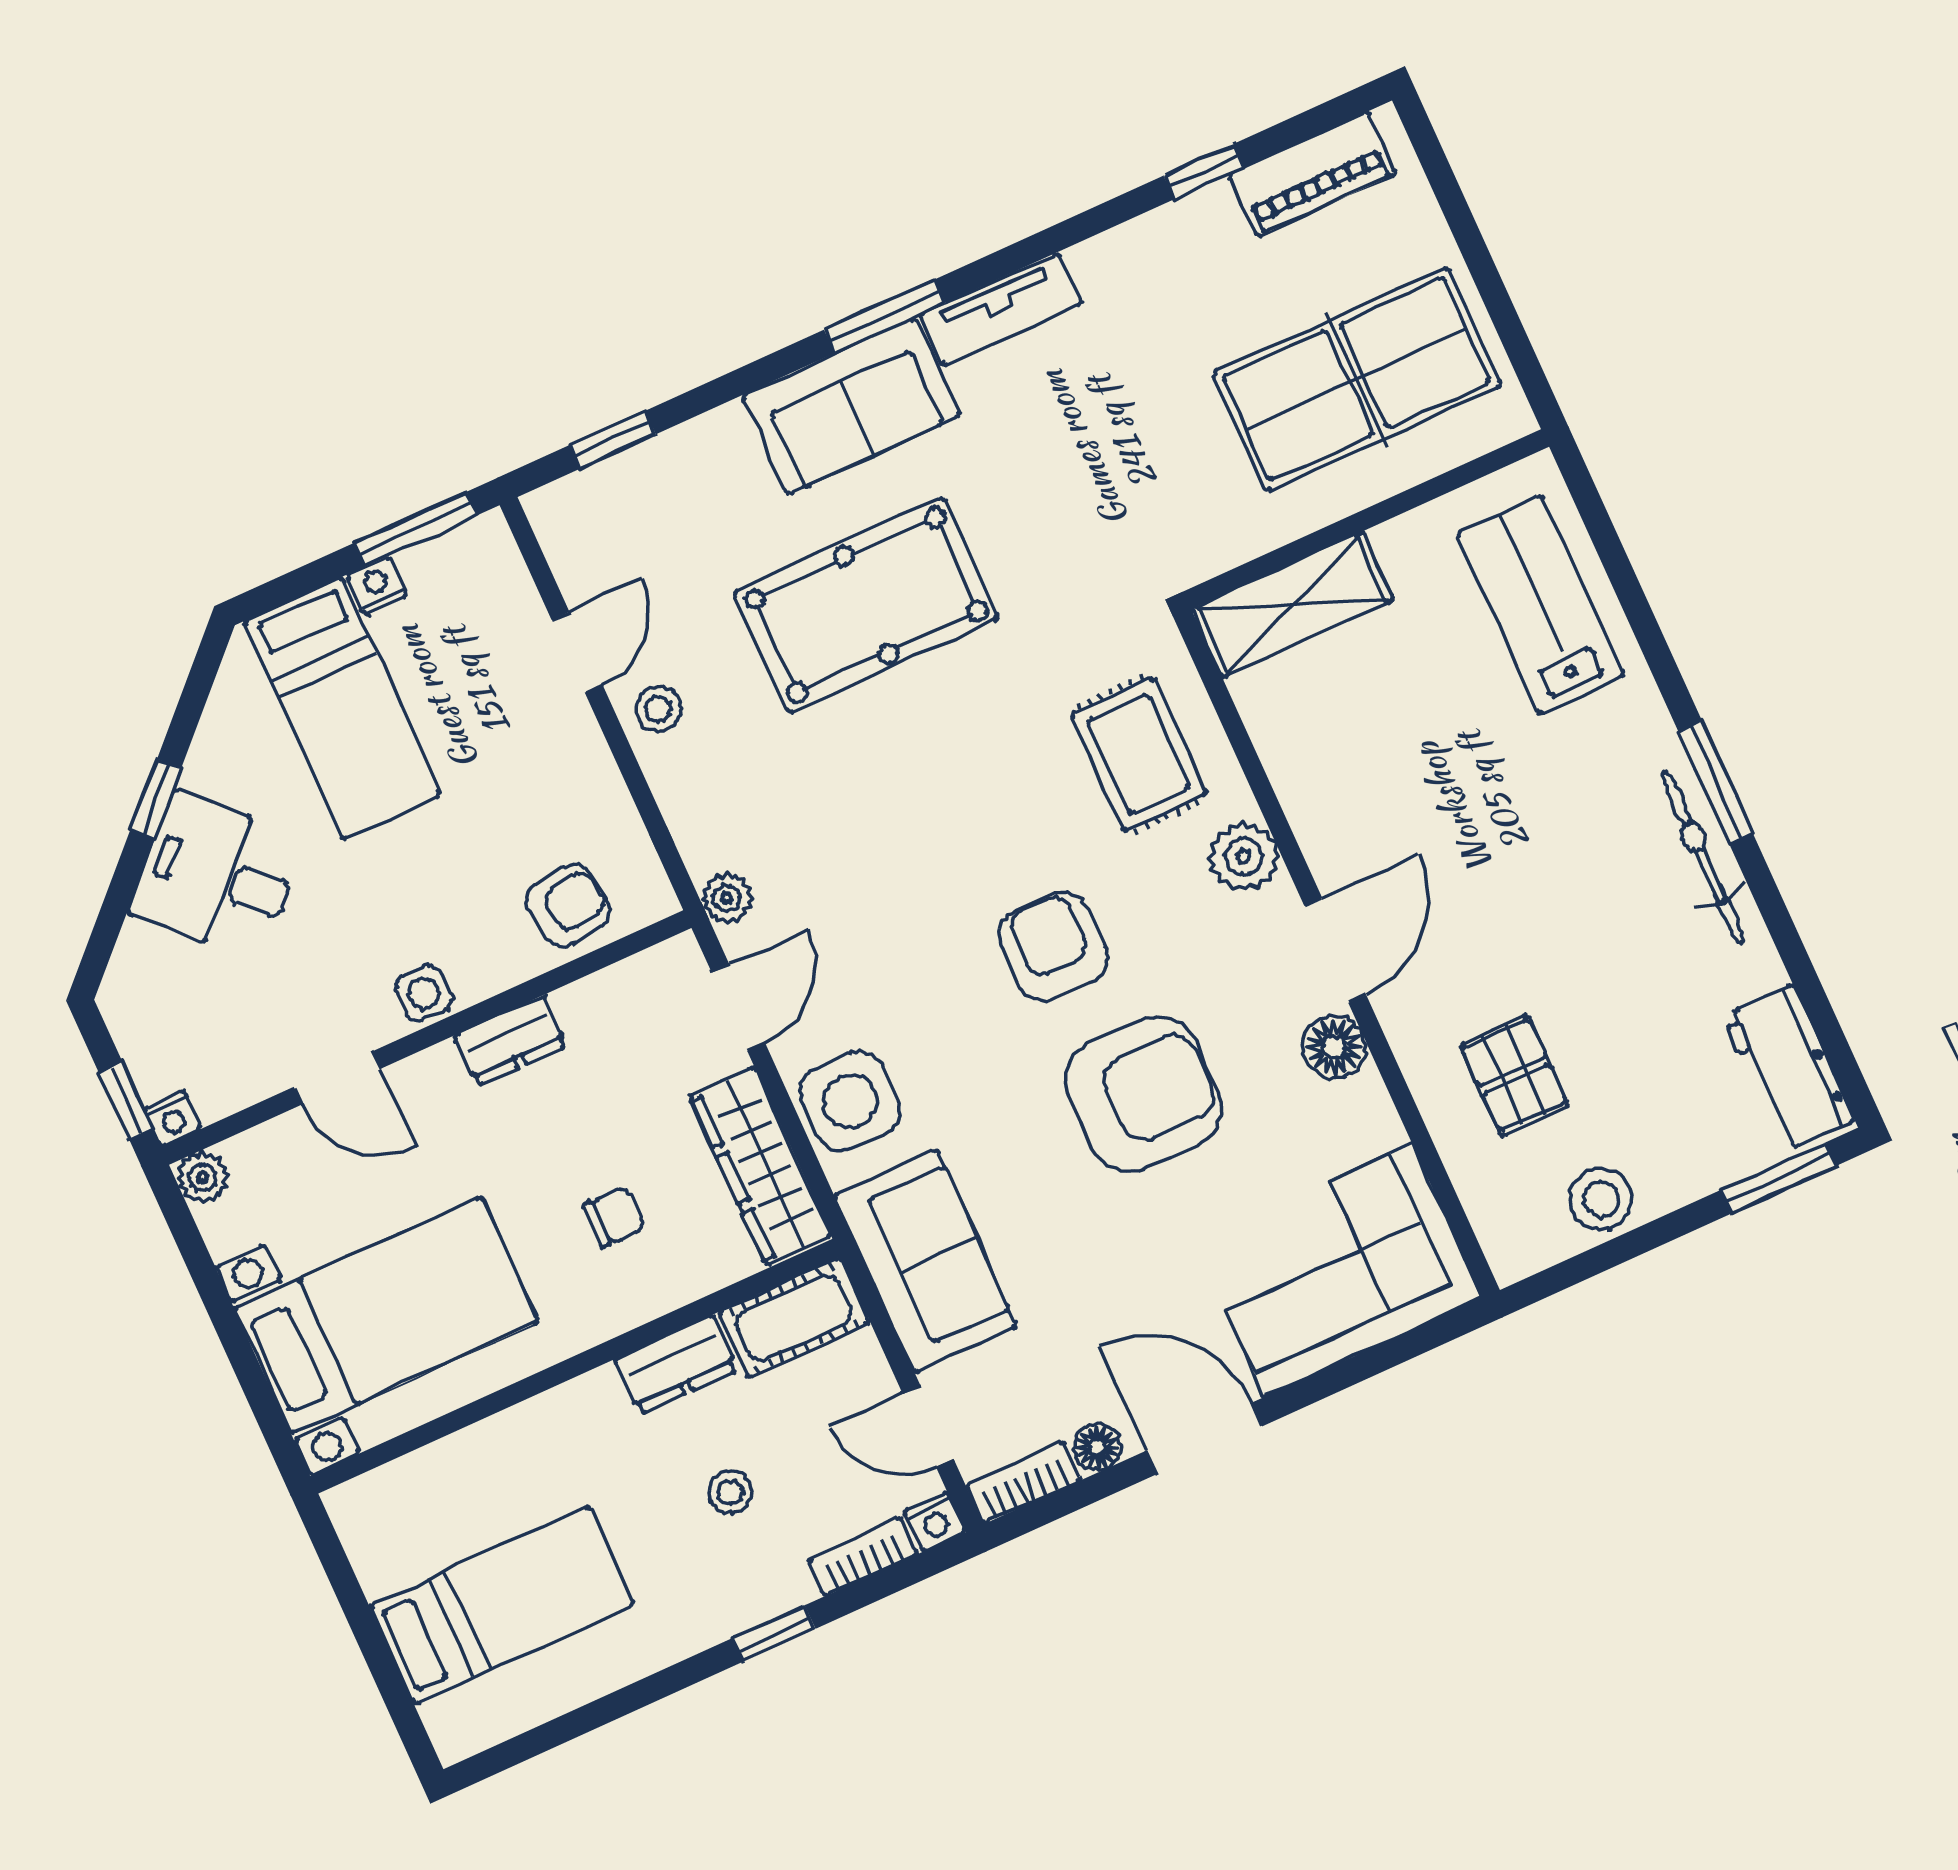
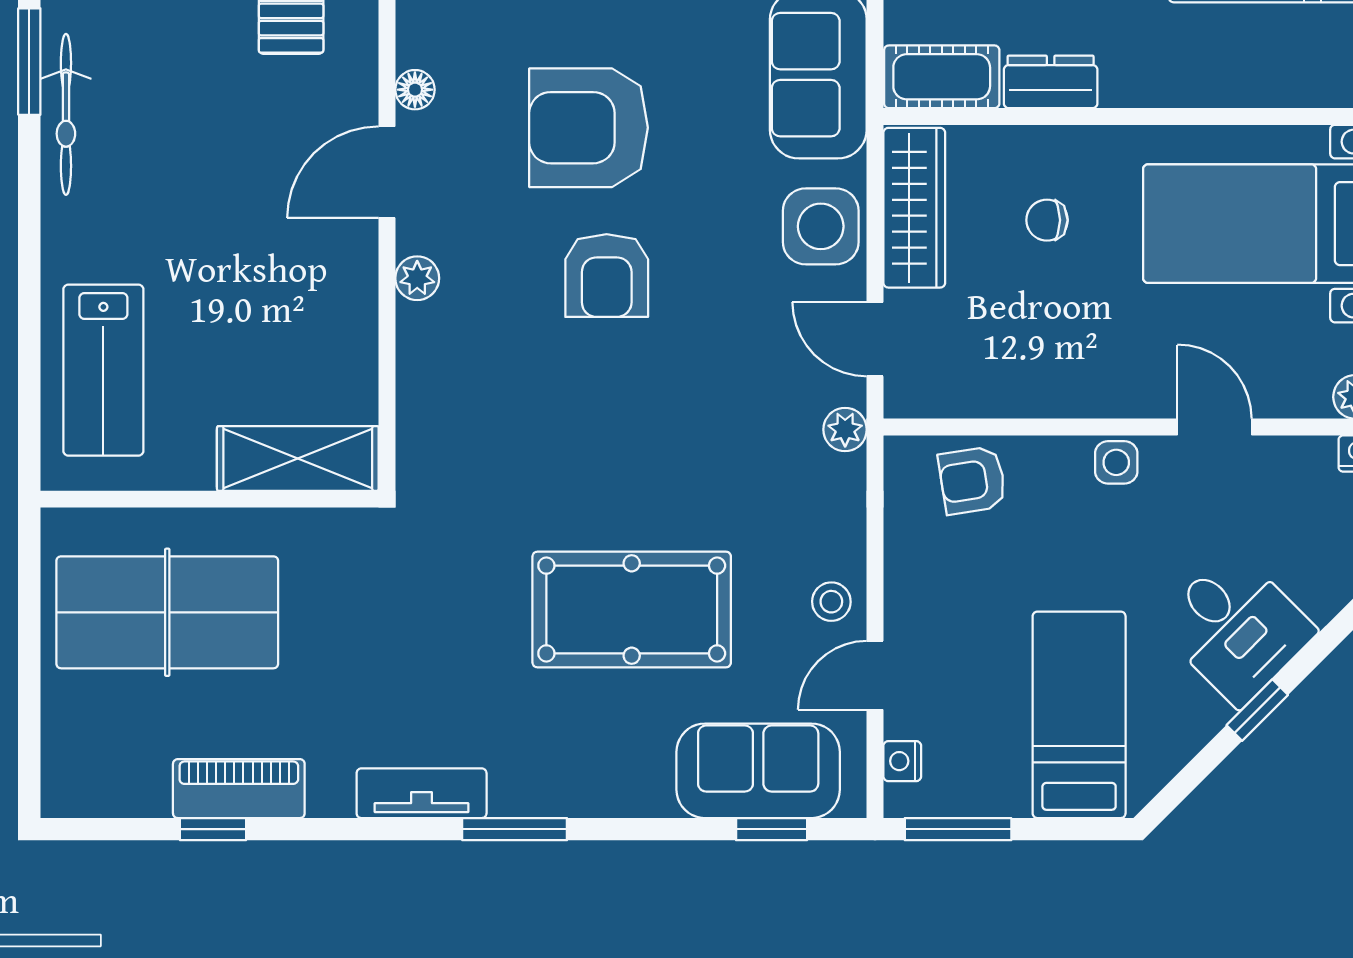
piano: (1312, 174) -> (239, 789), moved
sofa: (851, 406) -> (758, 771), moved
nightstand: (377, 585) -> (902, 761), moved, turned 90
rug: (1139, 754) -> (471, 396), removed
window: (1716, 782) -> (29, 62), moved
plant: (1244, 857) -> (417, 278), width x0.73, depth x0.73
door: (738, 1008) -> (875, 339), hinge flipped
dresser: (511, 1040) -> (1065, 395), removed
floor lamp: (1334, 1047) -> (415, 90), width x0.73, depth x0.73

